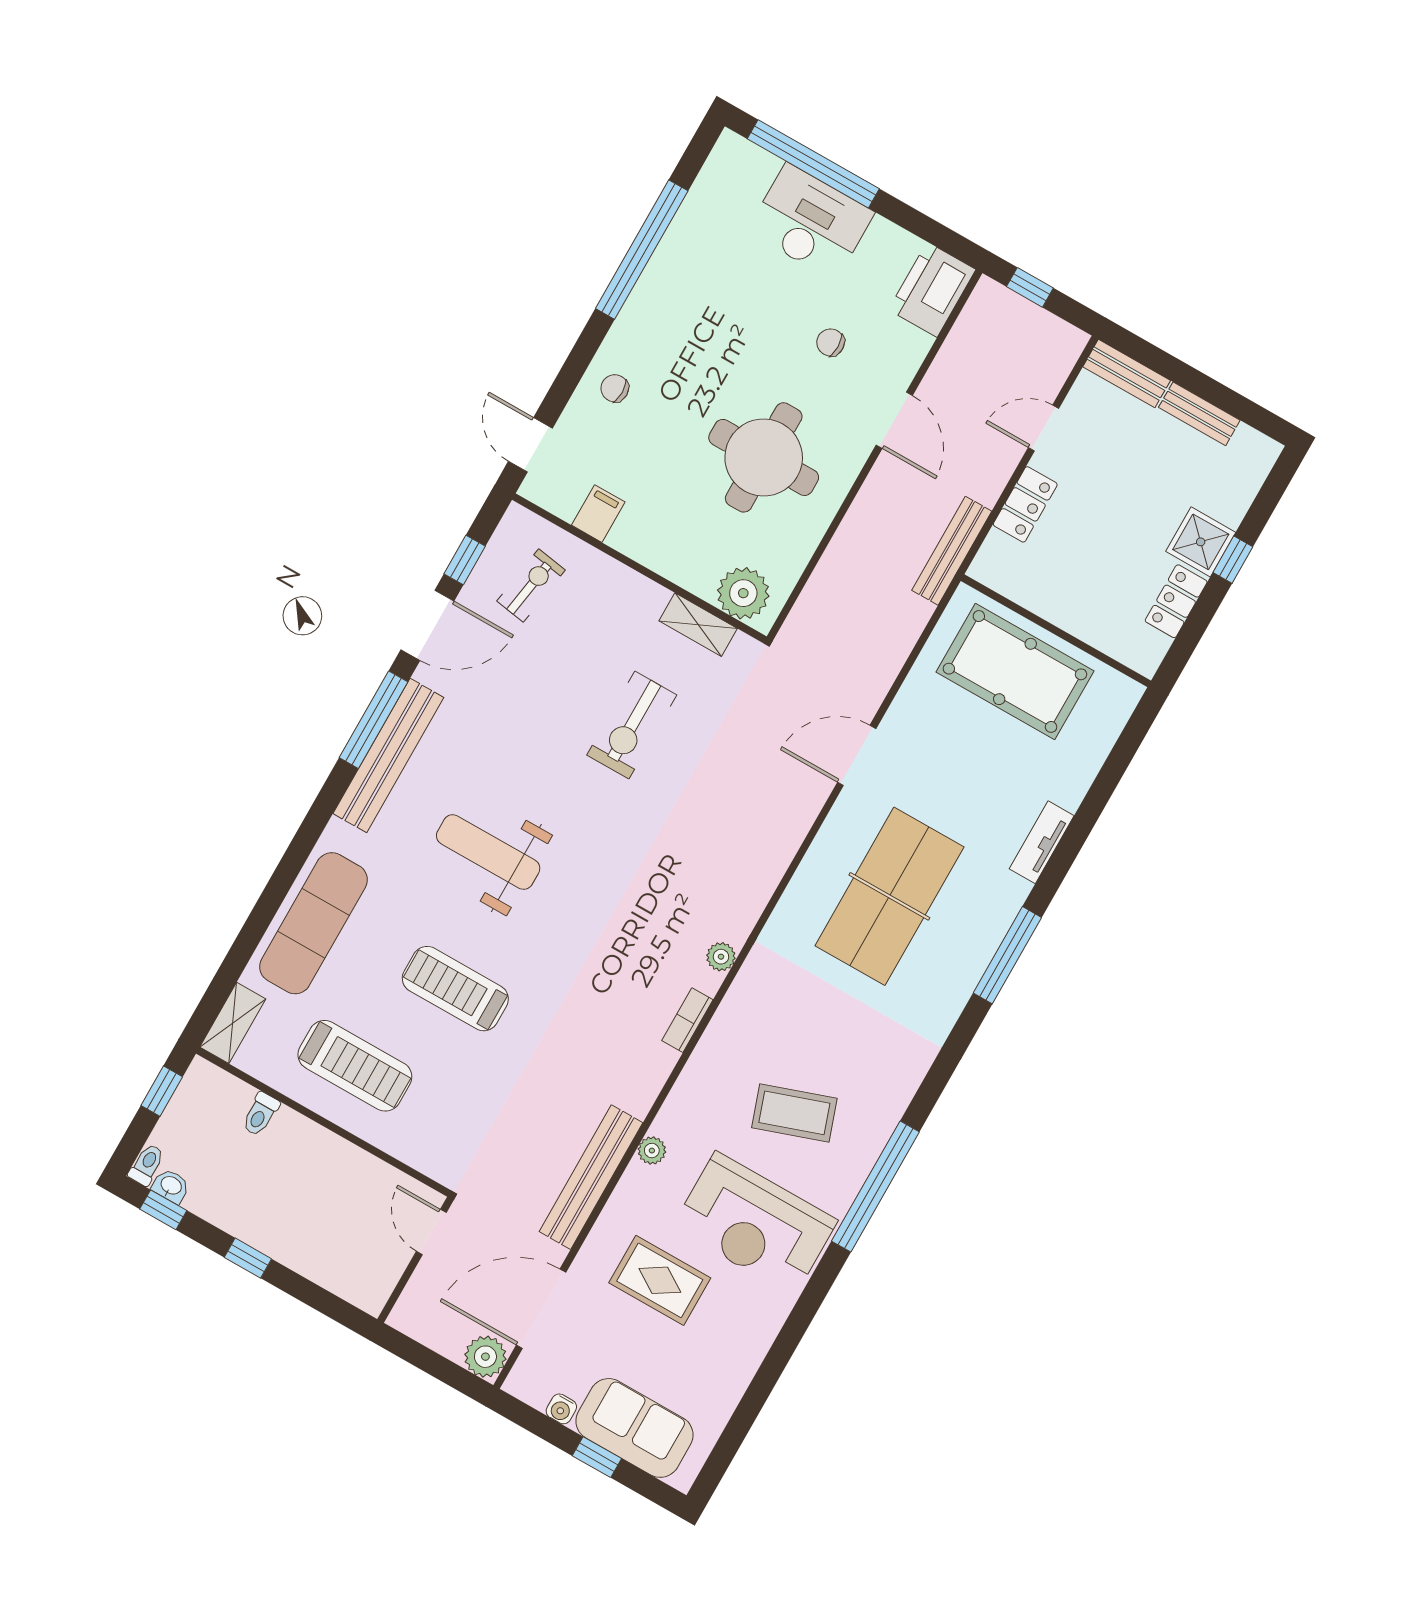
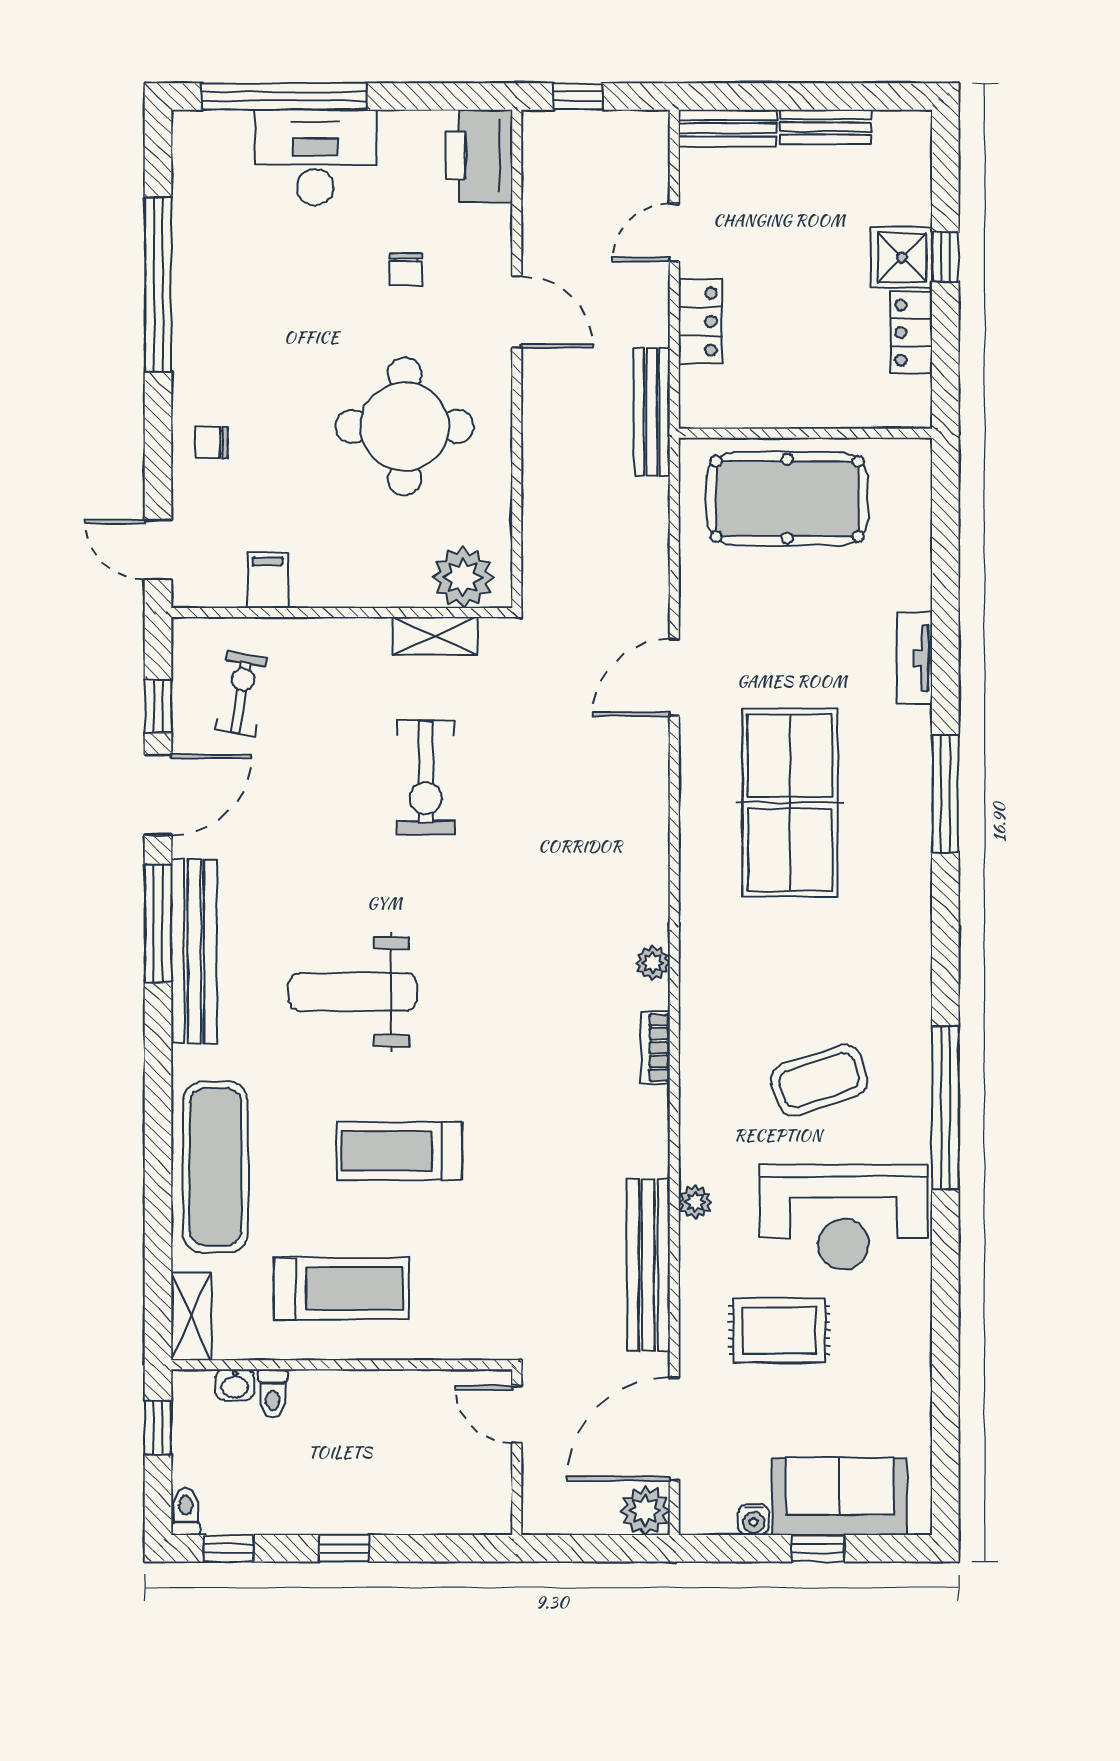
chair: (831, 342) -> (406, 269), turned -90
washbasin: (171, 1186) -> (235, 1385), moved, turned 180

